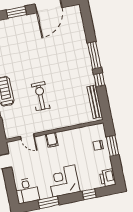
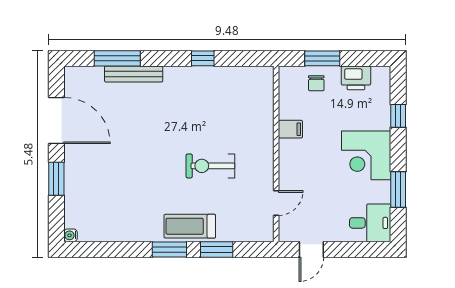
window: (94, 55) -> (117, 58), moved
bench: (95, 102) -> (134, 74), moved
filing cabinet: (52, 140) -> (290, 129), moved
printer: (108, 178) -> (356, 78), moved

